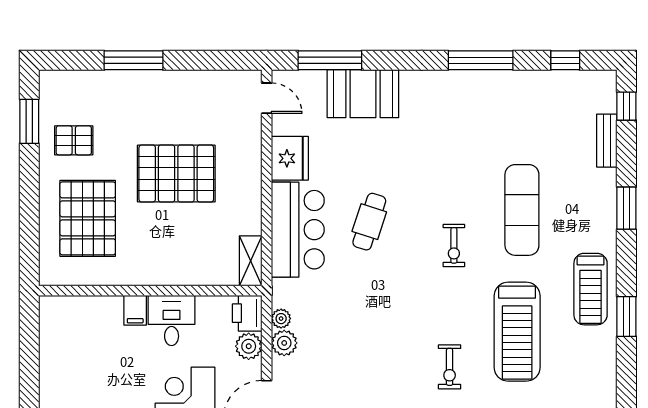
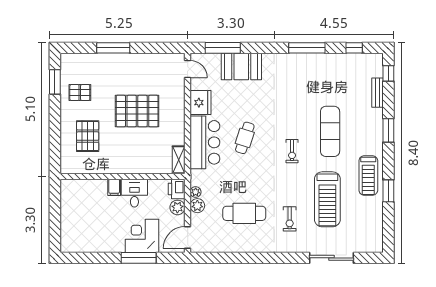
pallet: (88, 218) -> (88, 136), width x0.73, depth x0.71
cafe table: (368, 357) -> (244, 213), added

